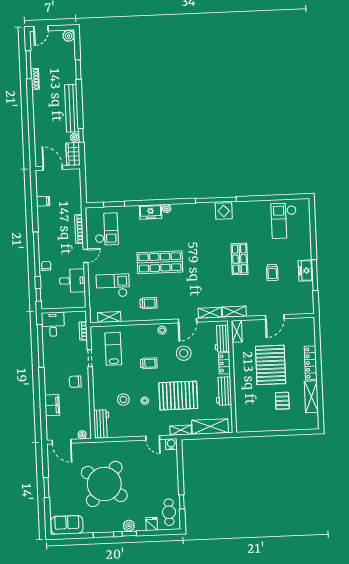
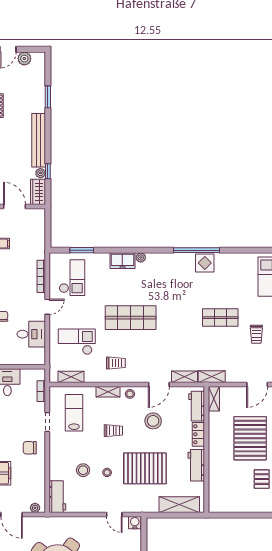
plant: (69, 36) -> (24, 59), moved
shop shelf: (240, 259) -> (220, 318), turned 90
shelving: (181, 430) -> (108, 392), moved

